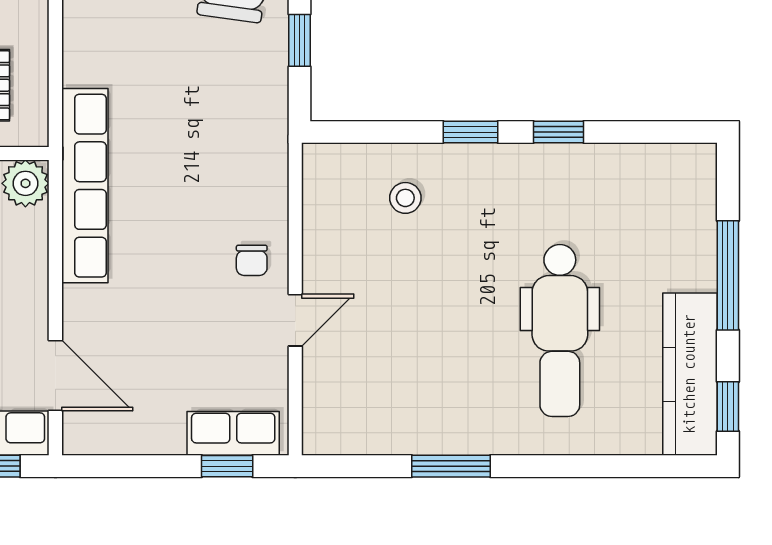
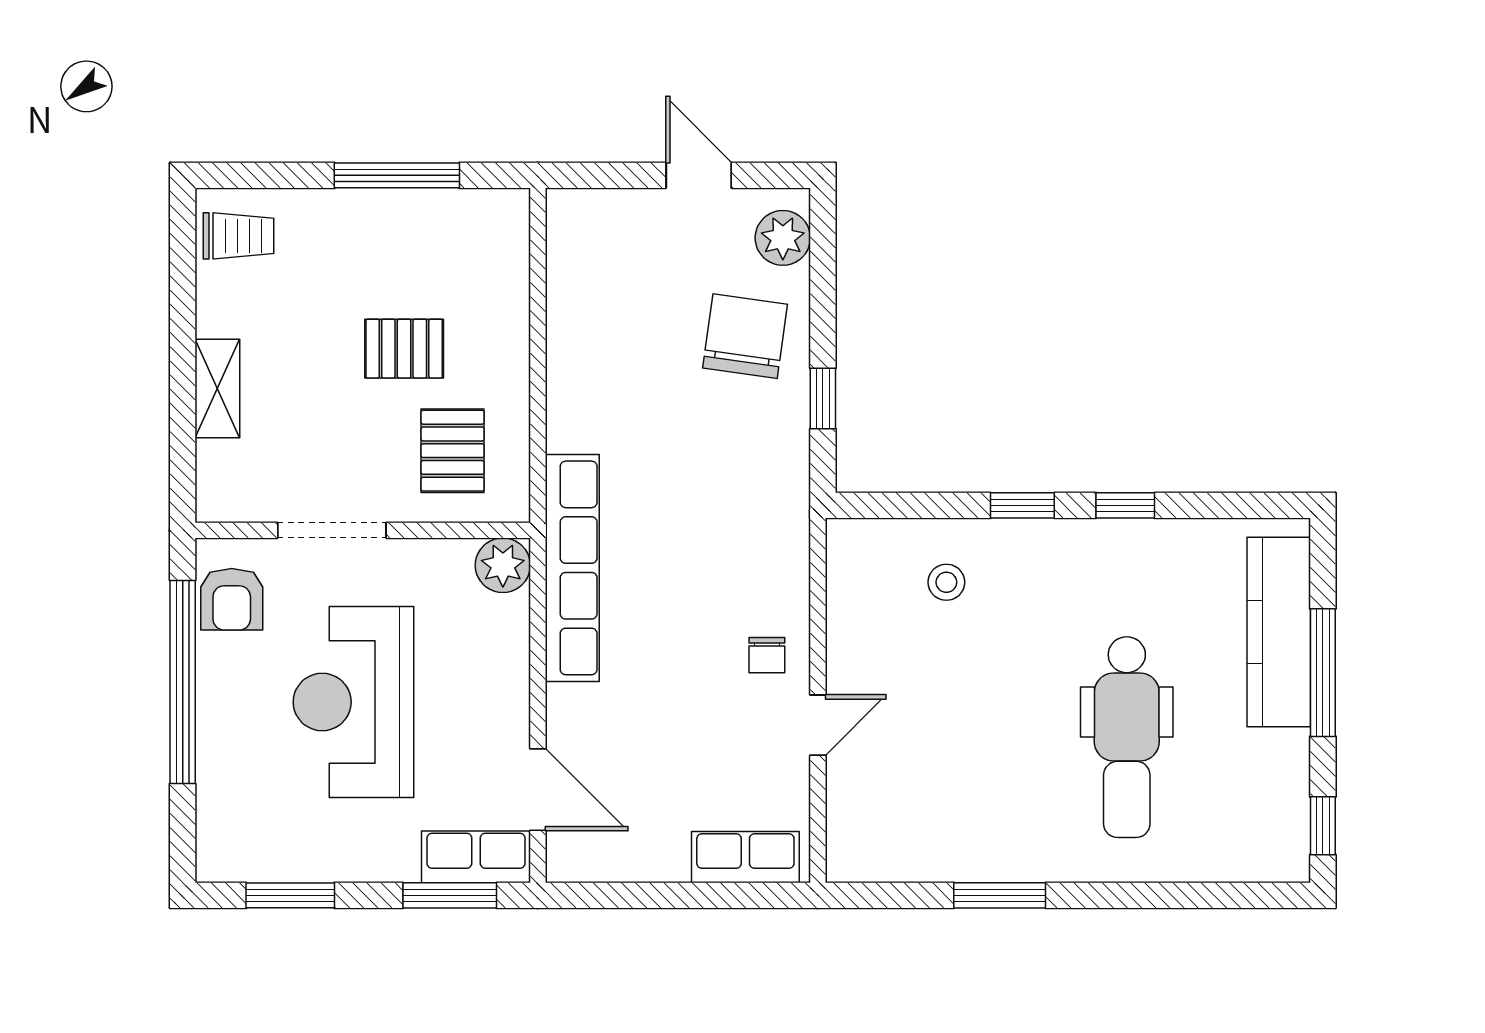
kitchen counter: (690, 374) -> (1279, 632), moved
window: (227, 466) -> (738, 895), removed

